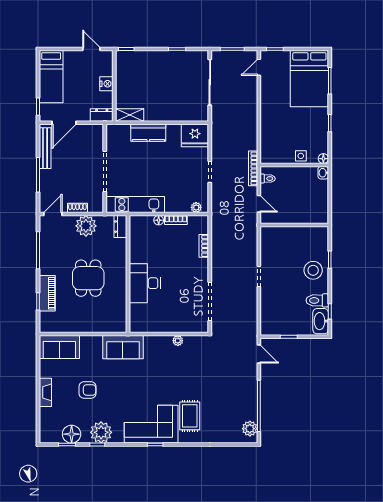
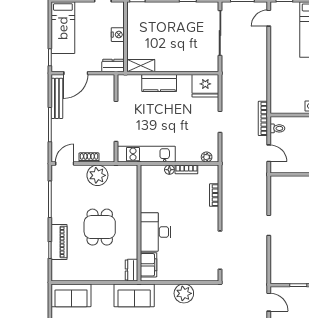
dresser: (120, 227) -> (131, 270), moved
filing cabinet: (138, 316) -> (149, 265), added
plant: (178, 341) -> (184, 293), width x1.88, depth x1.88

